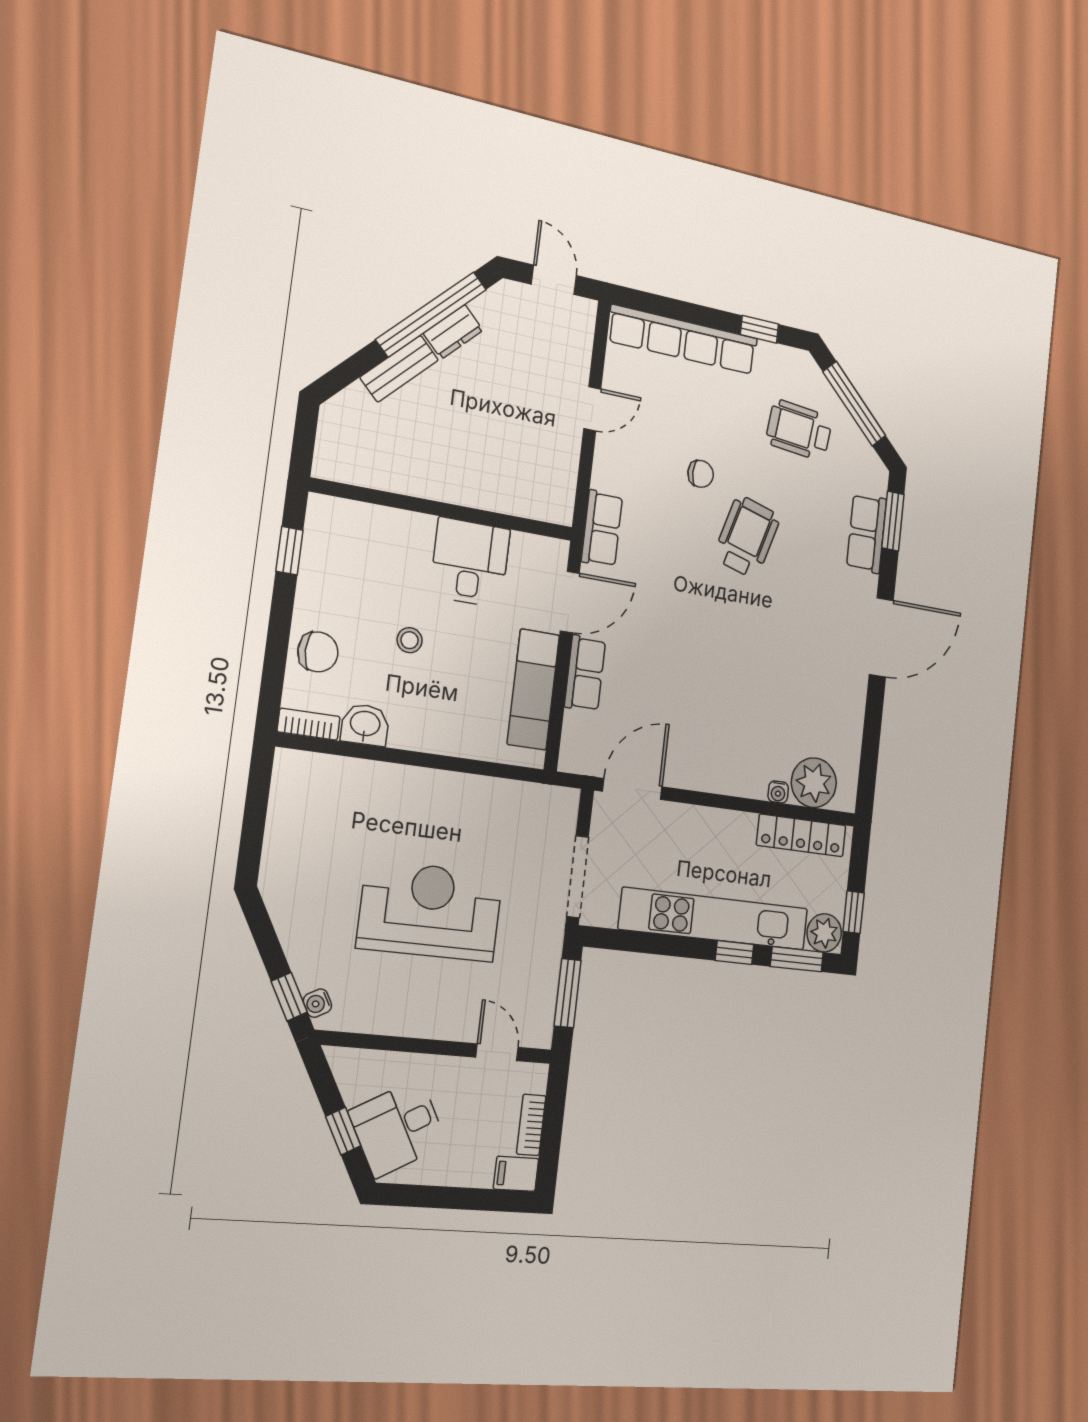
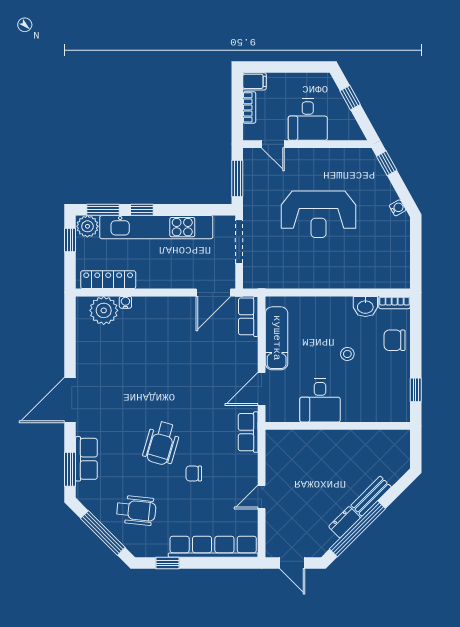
row of seats: (585, 673) -> (248, 316), moved
water cooler: (317, 1003) -> (398, 208), moved
desk: (398, 1128) -> (308, 119), moved, turned 119

